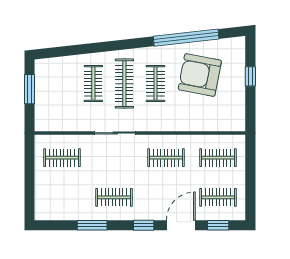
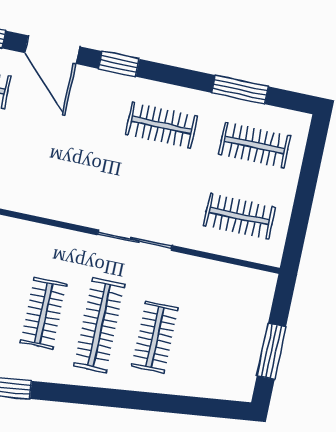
clothes rail: (166, 158) -> (254, 145), moved
window: (92, 225) -> (240, 90), moved
door: (181, 225) -> (52, 50), hinge flipped

